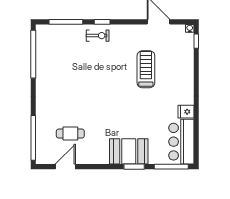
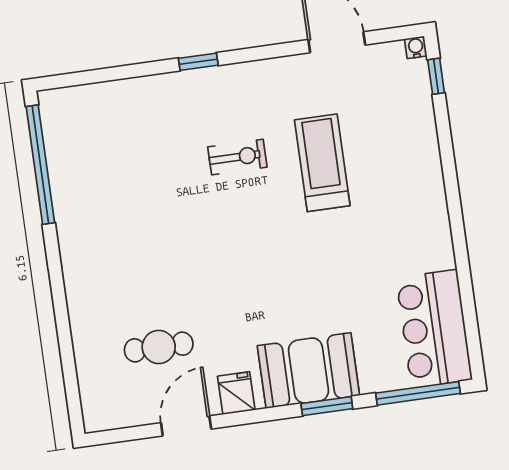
window: (66, 22) -> (109, 74), removed
exercise bike: (98, 36) -> (237, 157), moved
fridge: (186, 112) -> (236, 393), moved, turned 90
window: (33, 138) -> (69, 371), removed
door: (65, 167) -> (186, 426), moved

